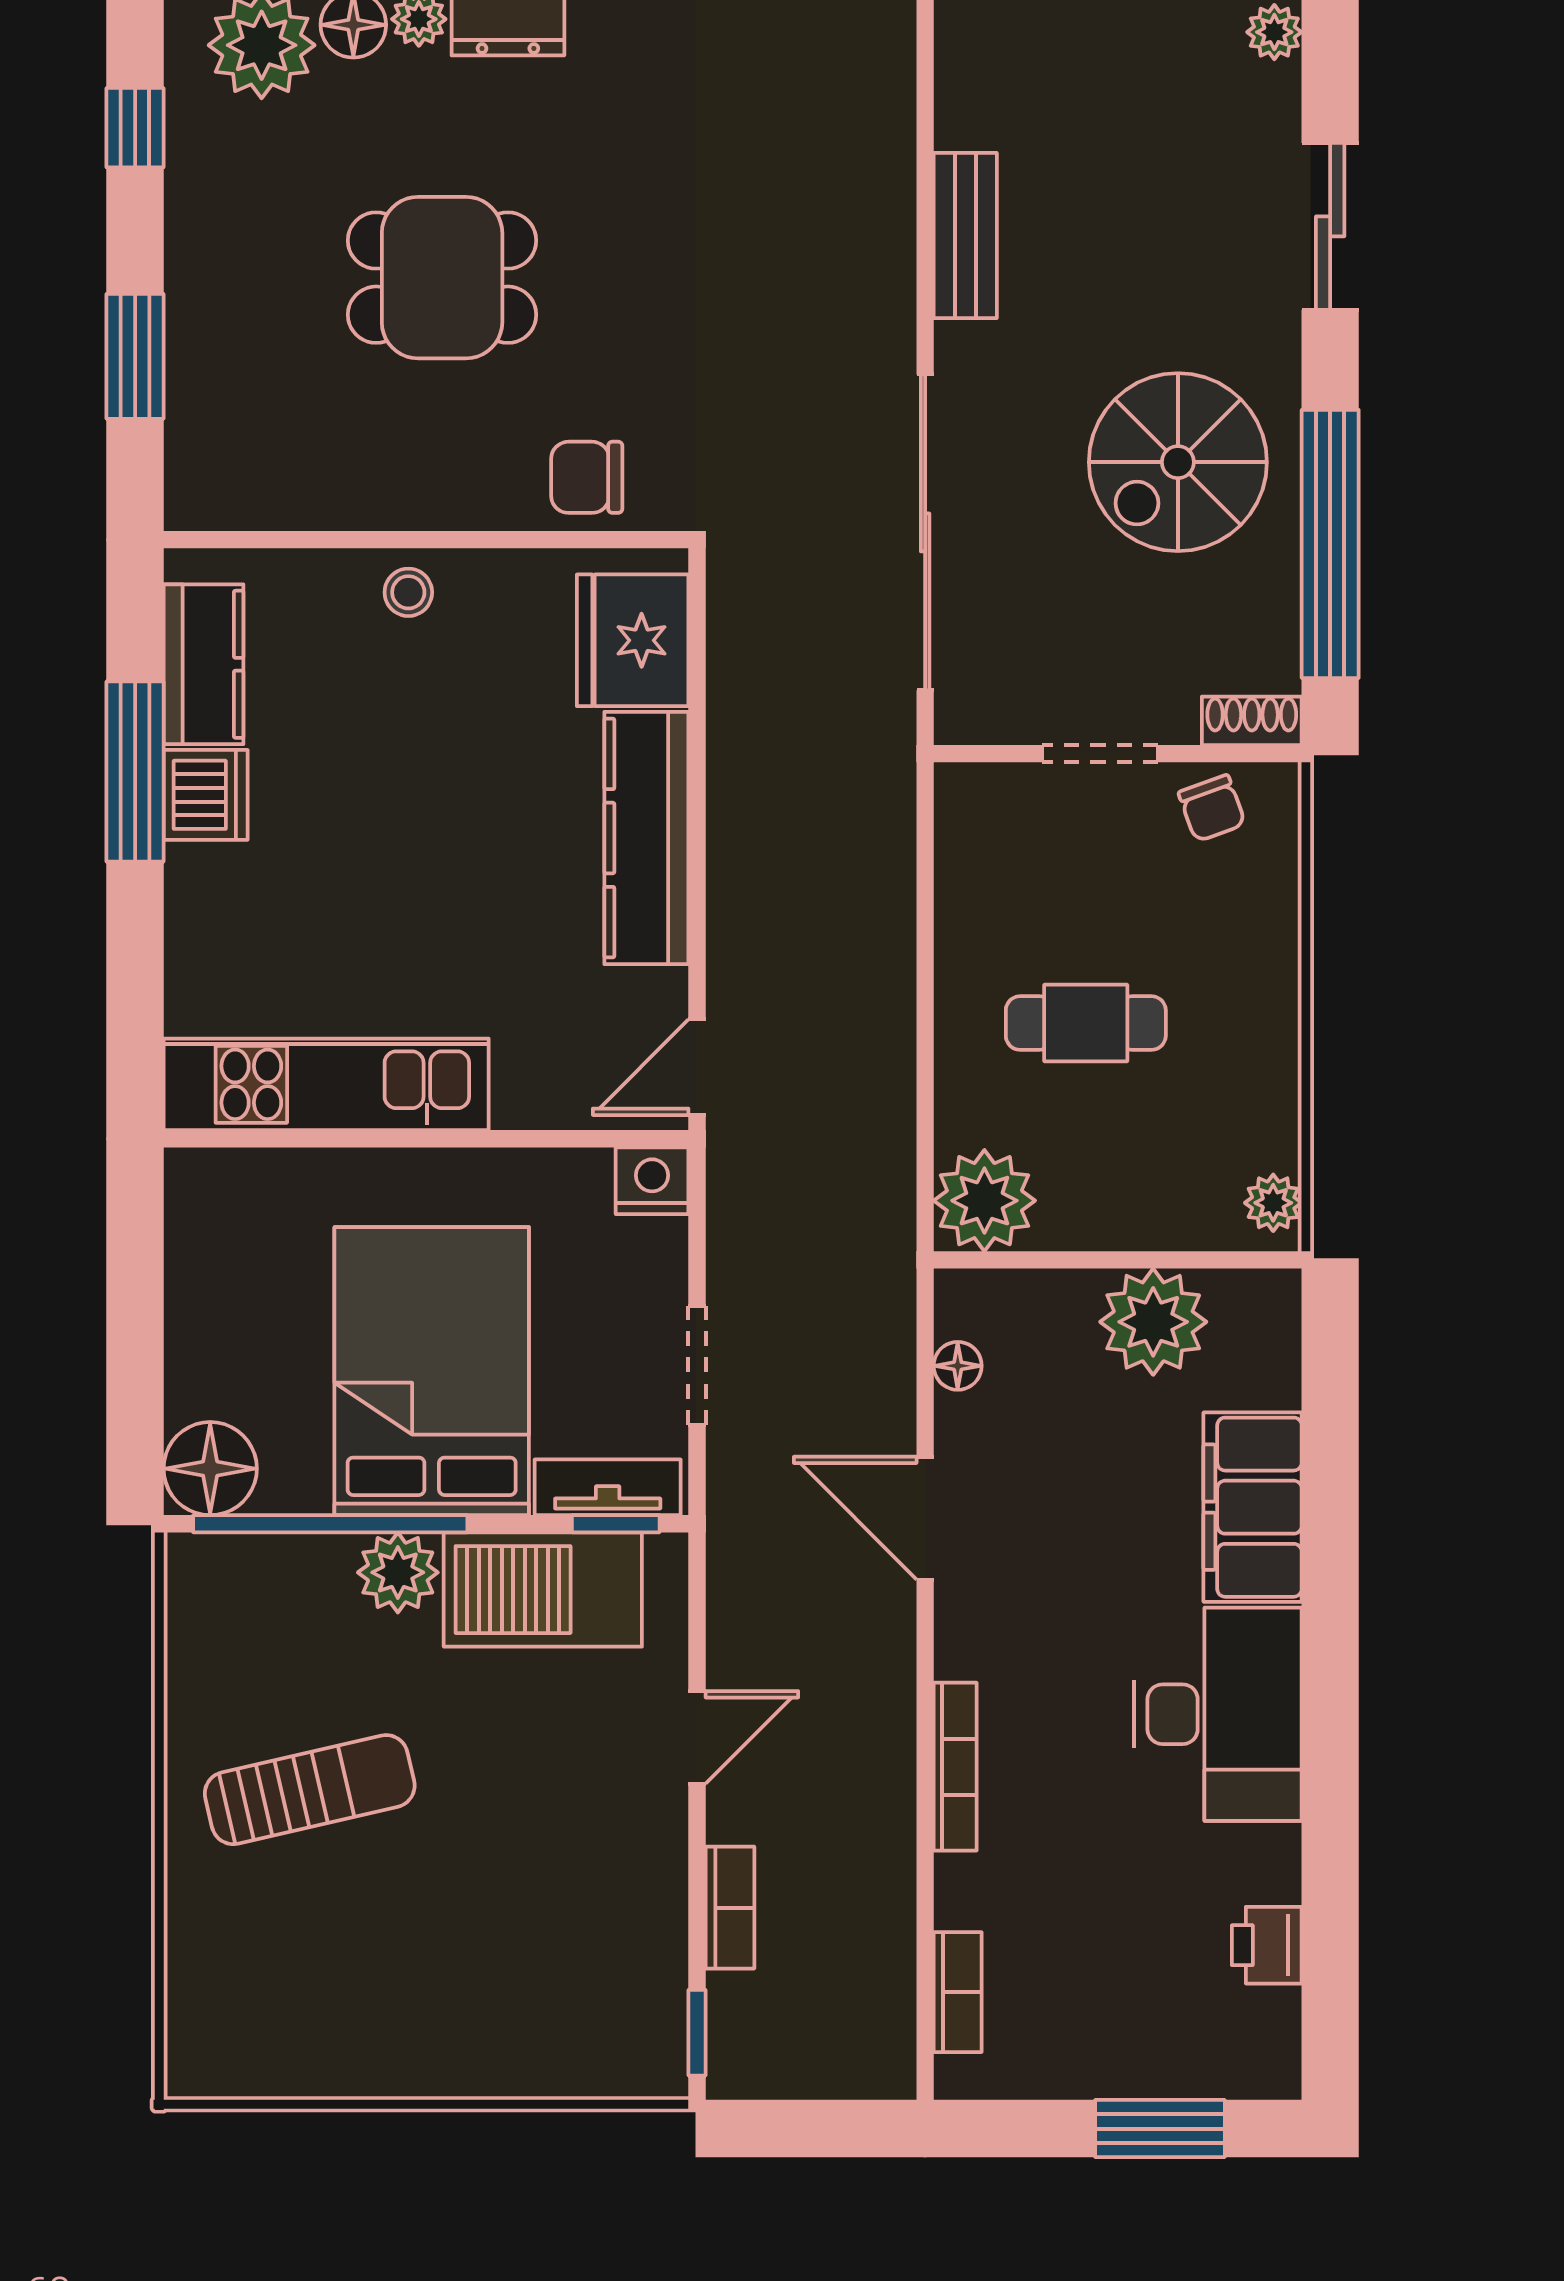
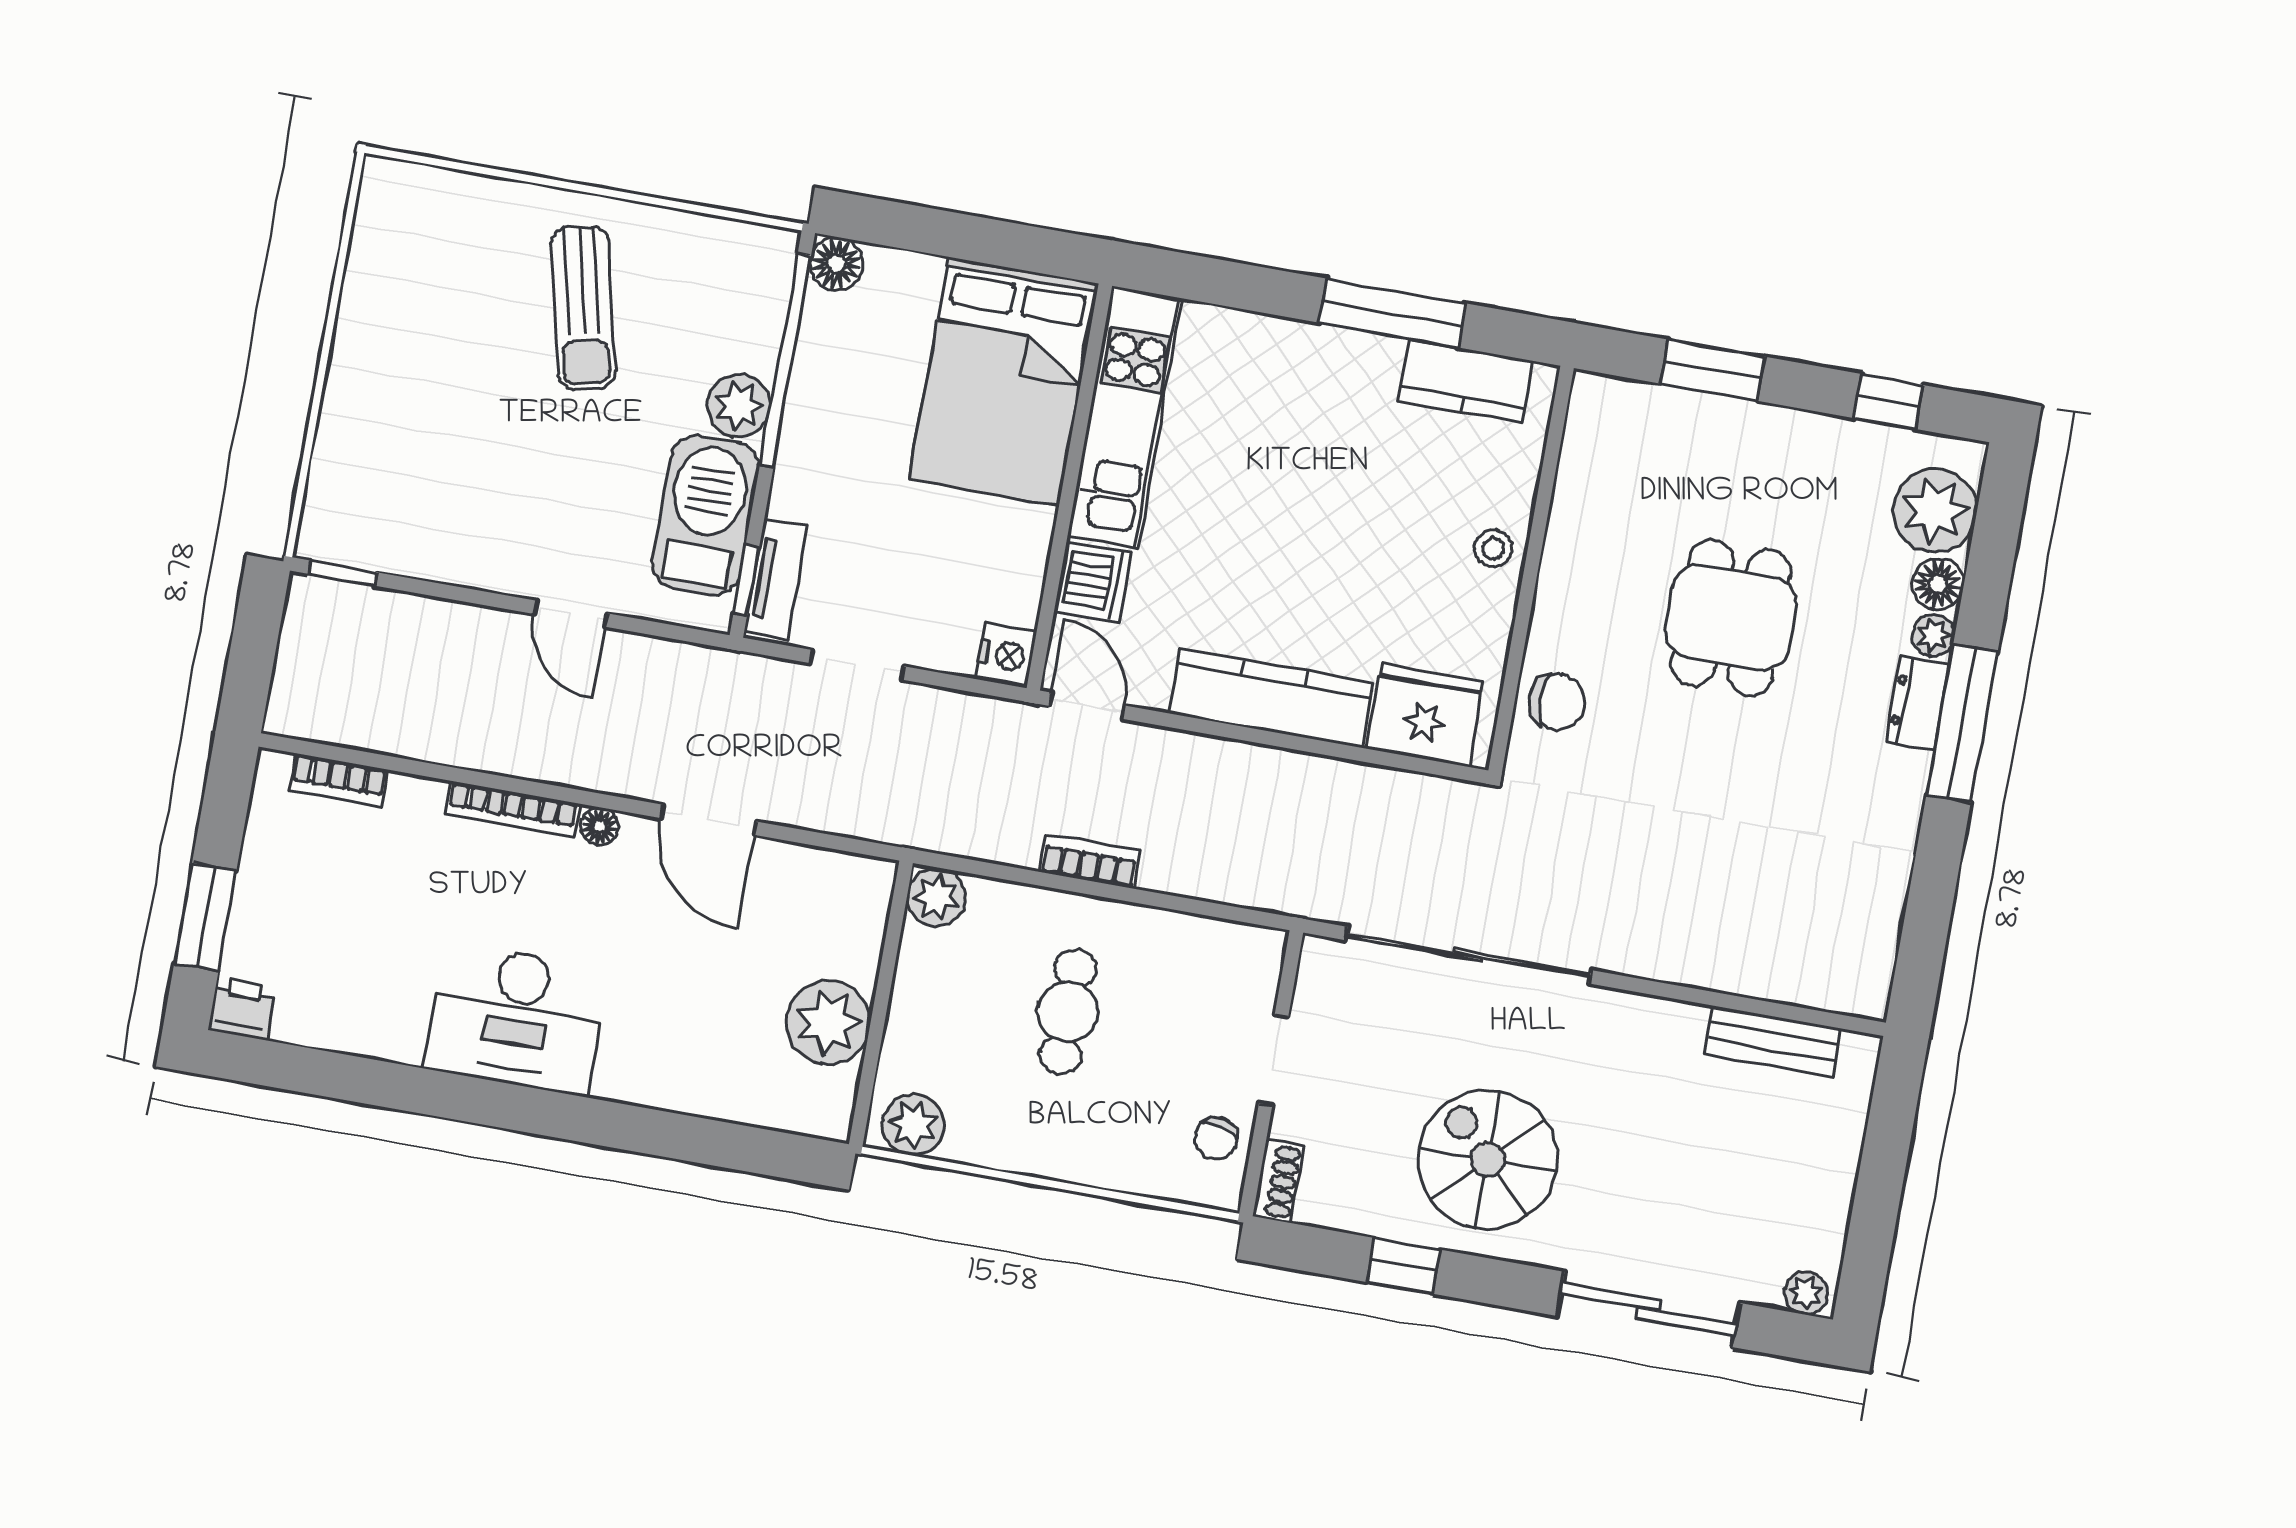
sliding door: (1330, 226) -> (1649, 1309), width x1.37
bench: (965, 236) -> (1773, 1041), moved
chair: (587, 477) -> (1557, 702), turned 90
window: (1330, 544) -> (1404, 1266), width x0.32
dishwasher: (206, 795) -> (1093, 581), moved, turned -90
chair: (1212, 808) -> (1216, 1138), turned -56
plant: (984, 1201) -> (936, 897), width x0.73, depth x0.73
plant: (1273, 1203) -> (913, 1125), width x1.38, depth x1.38
floor lamp: (958, 1366) -> (600, 826), moved
bed: (432, 1371) -> (1004, 381), moved, turned 90
floor lamp: (210, 1469) -> (836, 264), width x0.73, depth x0.73
filing cabinet: (1253, 1507) -> (672, 1074), removed
door: (925, 1518) -> (708, 820), swing flipped
bookcase: (730, 1908) -> (1090, 861), moved, turned 180
printer: (1267, 1945) -> (242, 1008), moved

